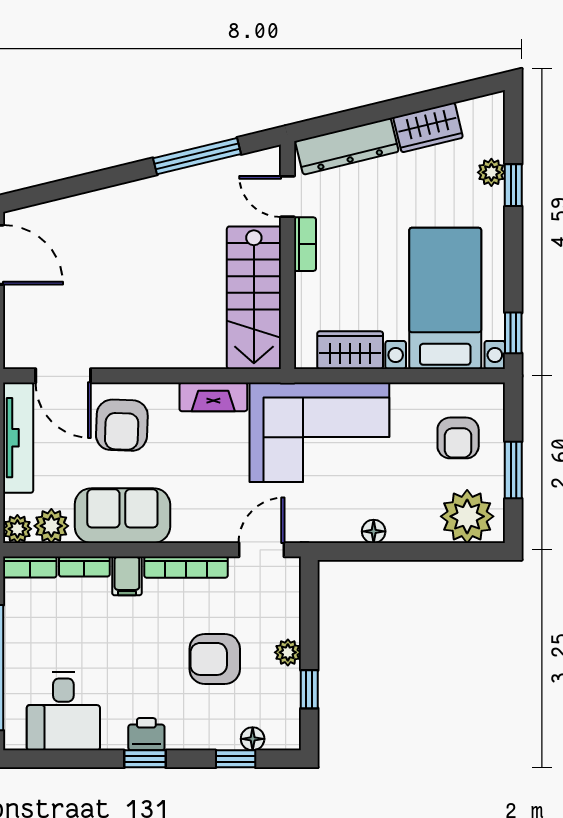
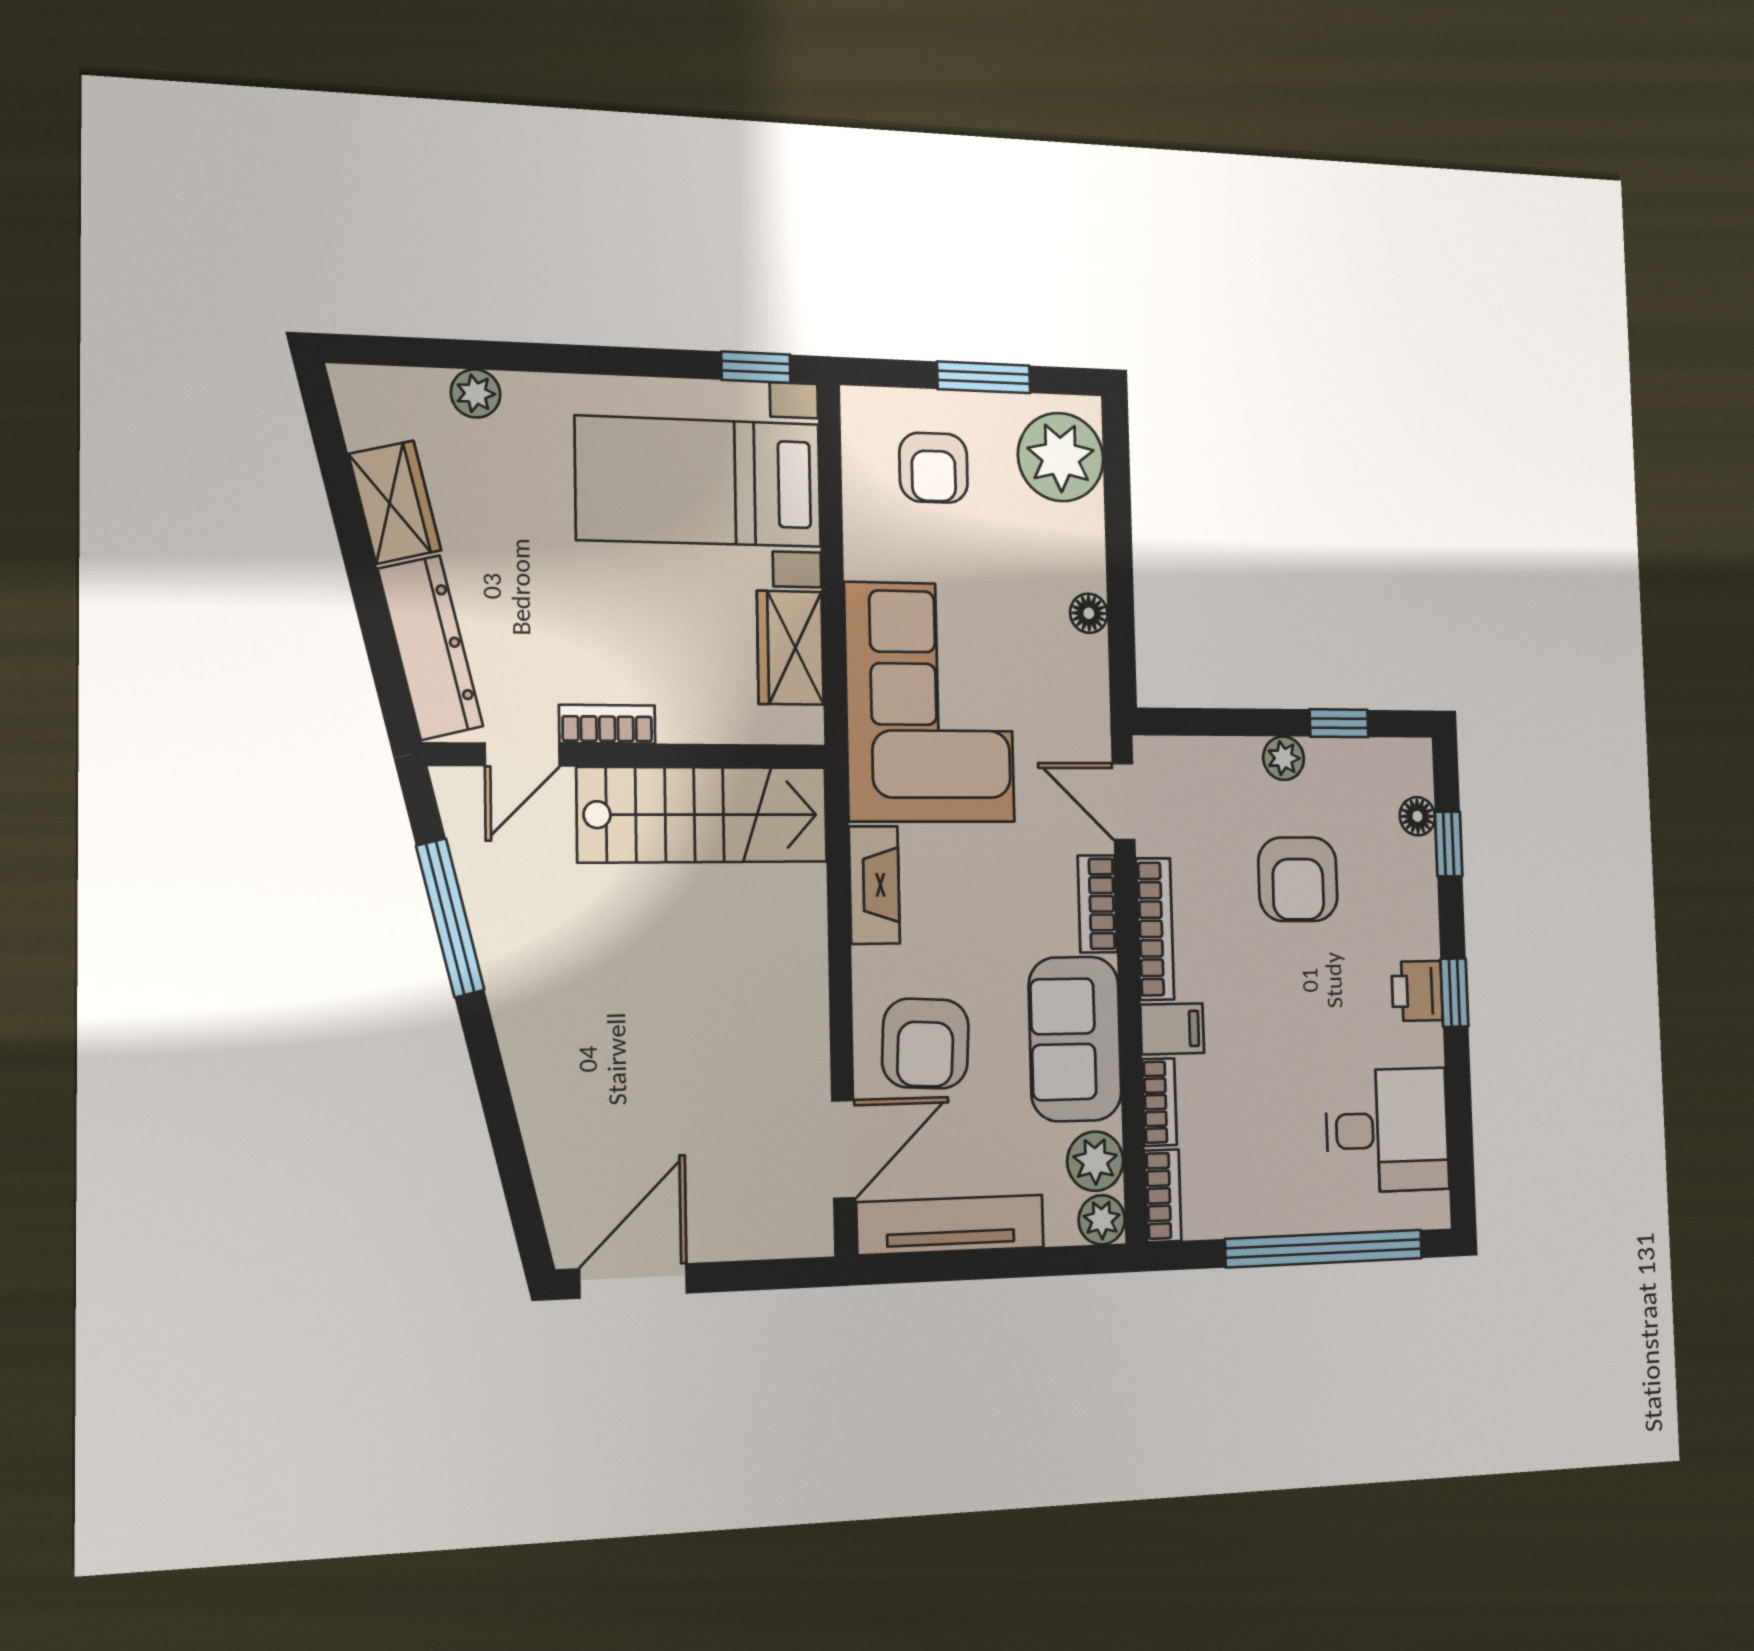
window: (513, 185) -> (498, 356), removed
armchair: (122, 425) -> (925, 1043), turned 91
armchair: (458, 438) -> (934, 468), turned 90
bookcase: (201, 532) -> (1097, 904), added

